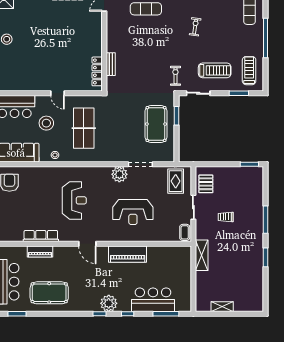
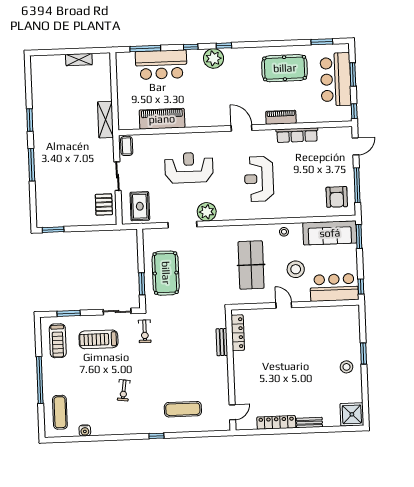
trolley: (226, 217) -> (79, 166), removed
piano: (40, 252) -> (281, 117), moved
piano: (128, 254) -> (162, 119), moved

